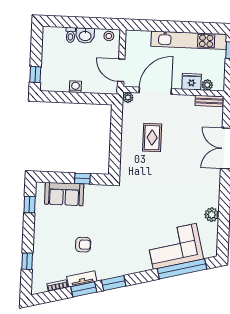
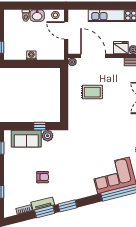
door: (121, 70) -> (66, 30), moved
door: (155, 91) -> (93, 56), hinge flipped
rug: (152, 138) -> (92, 92), turned 90
plant: (92, 191) -> (48, 136), added

